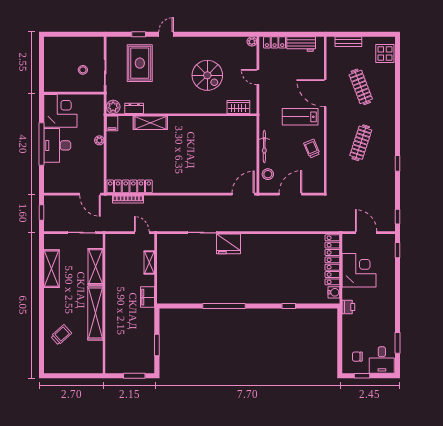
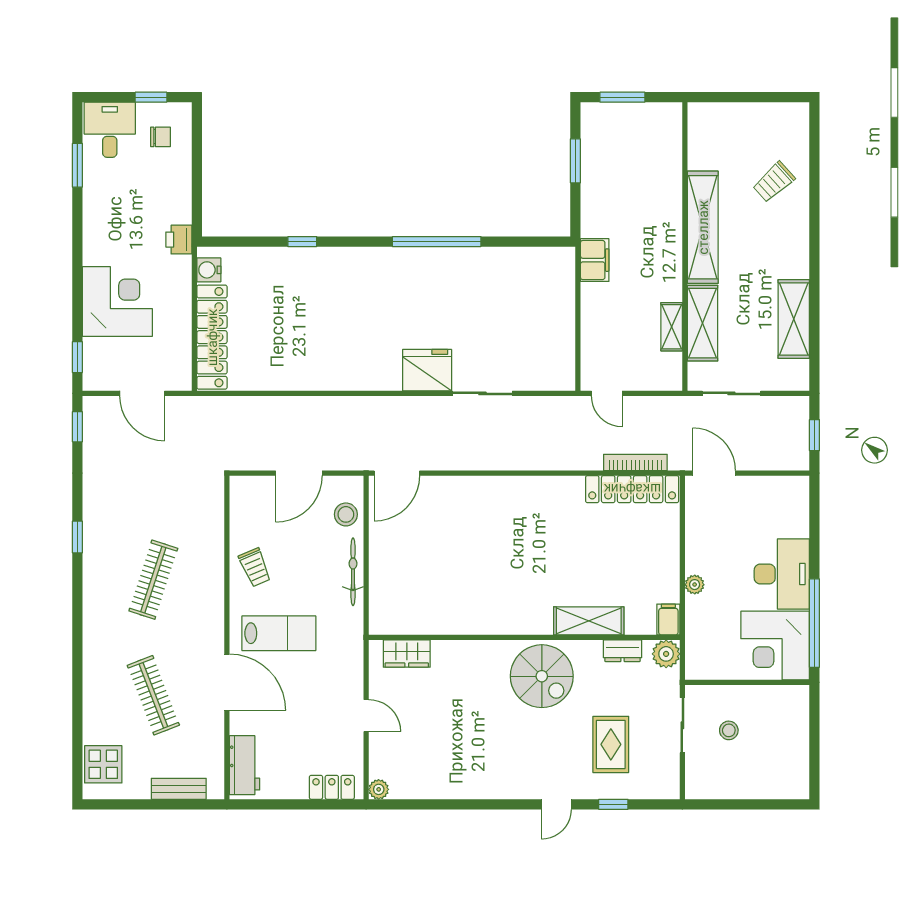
workbench: (301, 44) -> (245, 765), moved, turned 90
rug: (140, 63) -> (611, 744), width x0.73, depth x0.70
spiral stairs: (207, 75) -> (542, 676), moved, turned 180
window: (41, 144) -> (814, 623), moved
shelving: (149, 262) -> (672, 327), moved
corner desk: (359, 270) -> (117, 302), moved, turned 180

